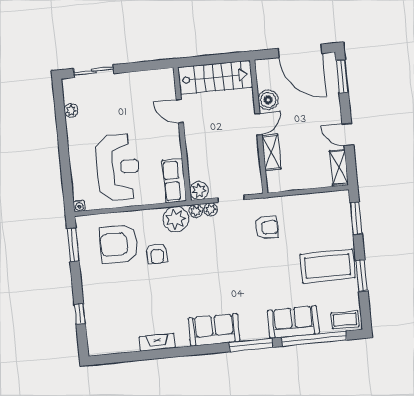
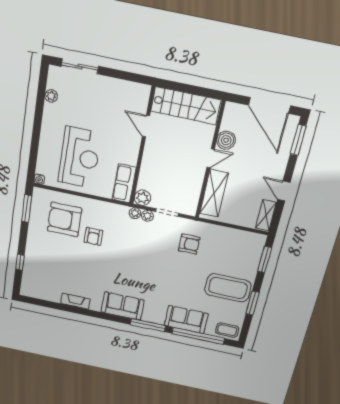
shelving: (271, 152) -> (214, 193), width x1.50, depth x1.33
plant: (176, 219) -> (116, 215), removed

